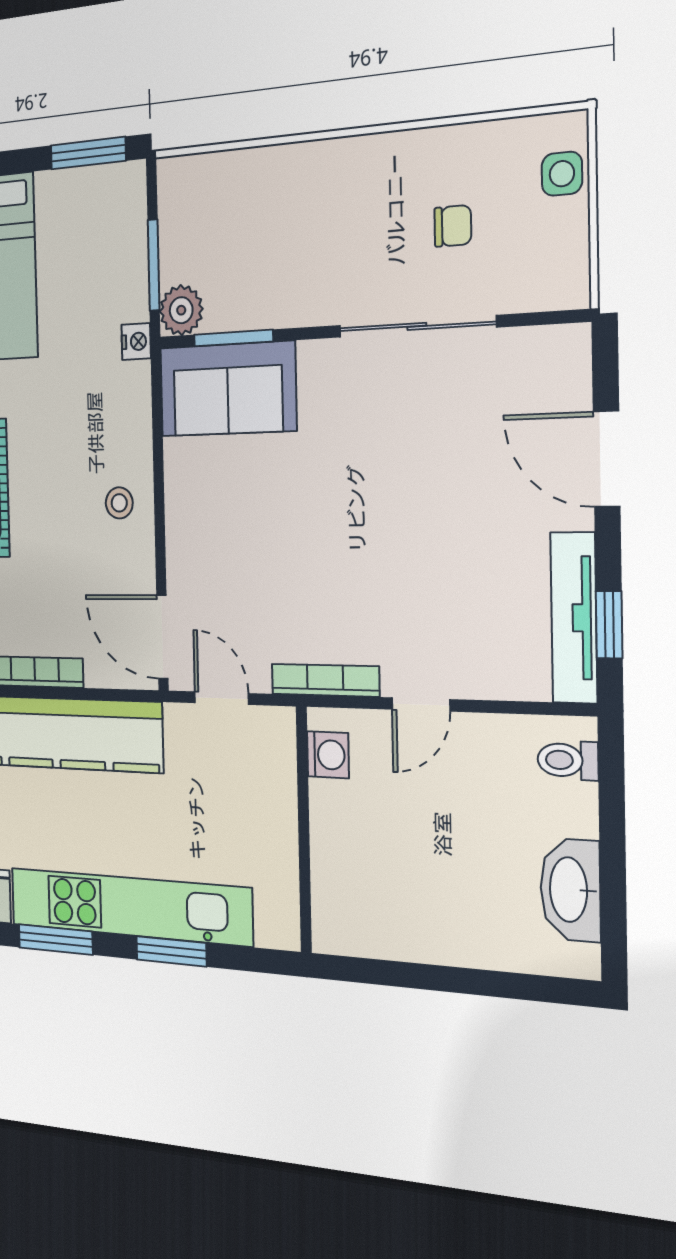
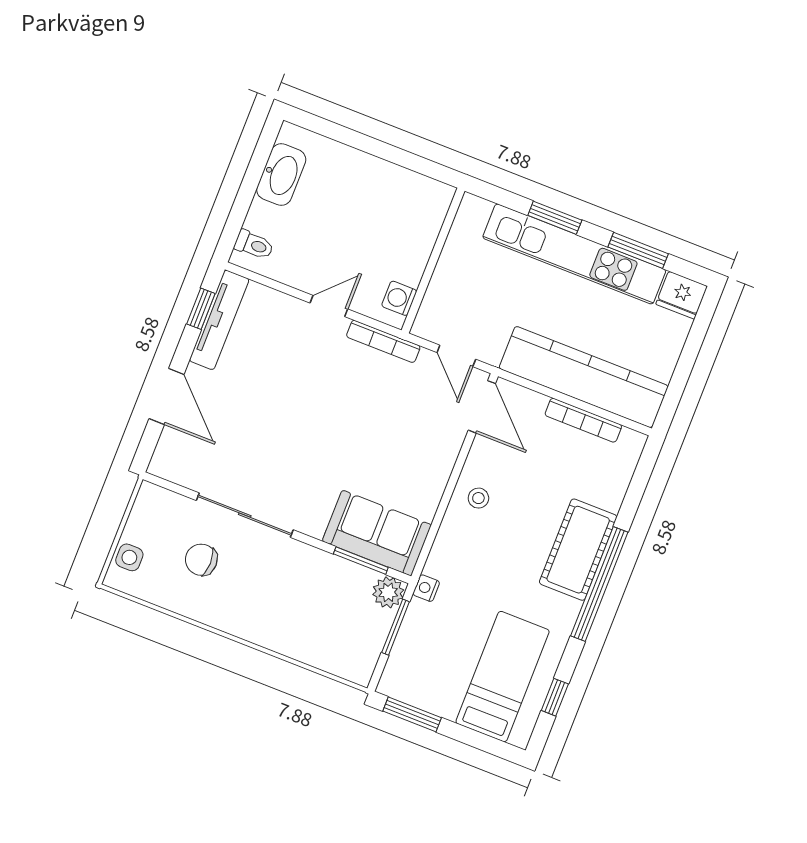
chair: (453, 226) -> (201, 560), width x1.37, depth x1.37

